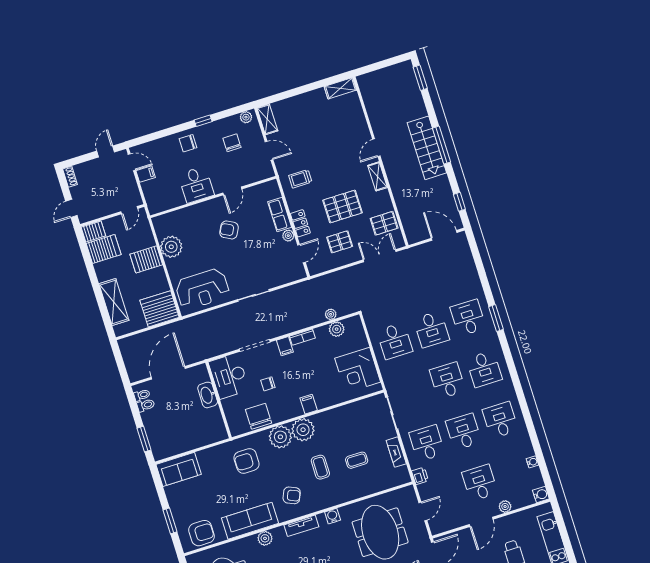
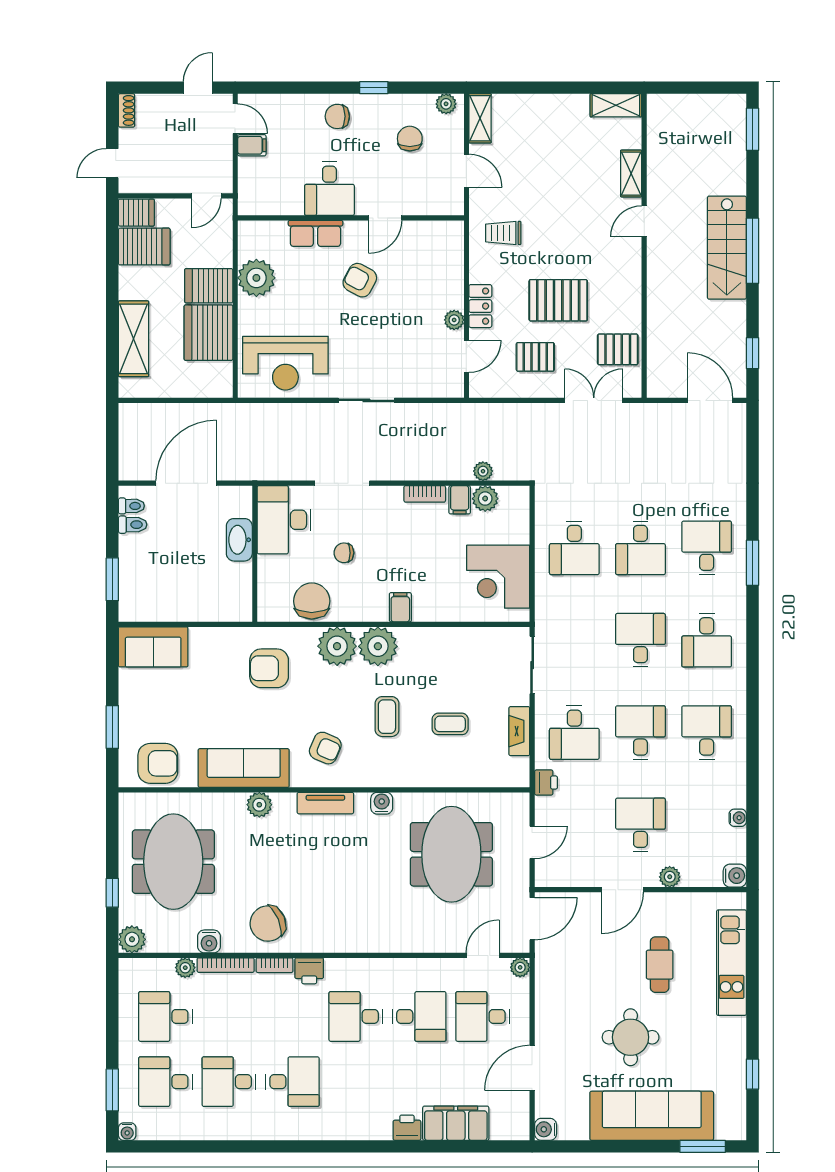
shelving: (377, 176) -> (631, 174), moved
row of seats: (280, 214) -> (315, 233), moved, turned -90
server rack: (160, 309) -> (208, 333), moved, turned -90
filing cabinet: (285, 346) -> (460, 500), moved
desk: (427, 443) -> (574, 733), turned 180

